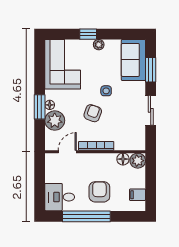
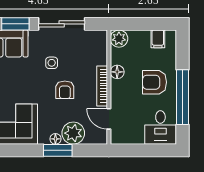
side table: (106, 91) -> (52, 63), moved
sliding door: (151, 110) -> (62, 24), width x1.37
armchair: (93, 113) -> (65, 90), turned -110
floor lamp: (123, 159) -> (117, 72), moved

